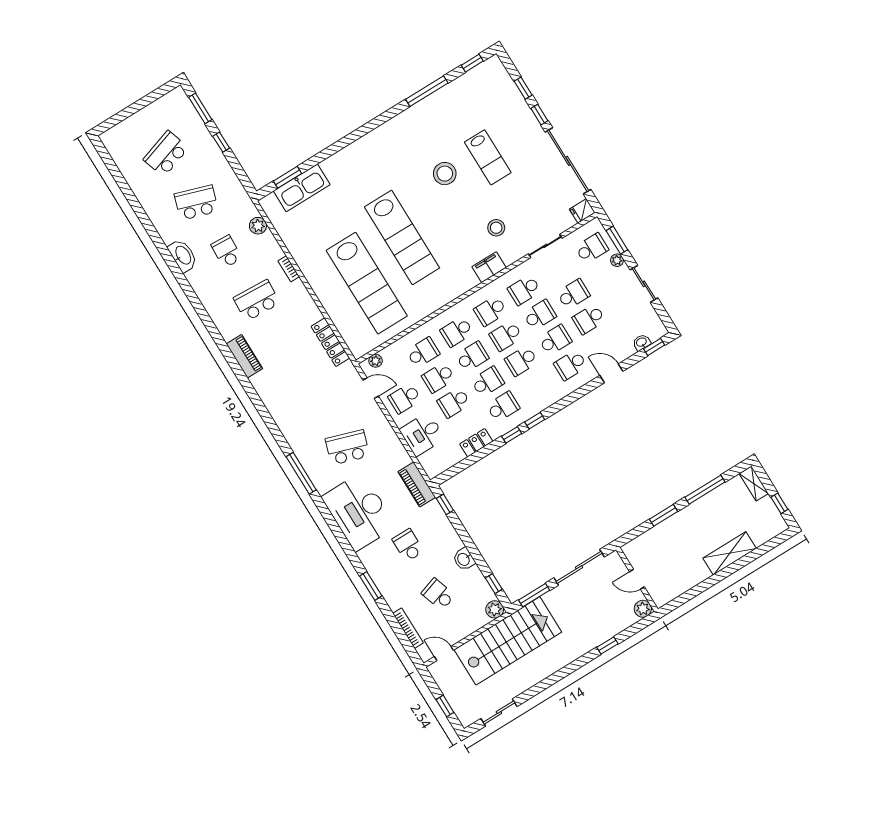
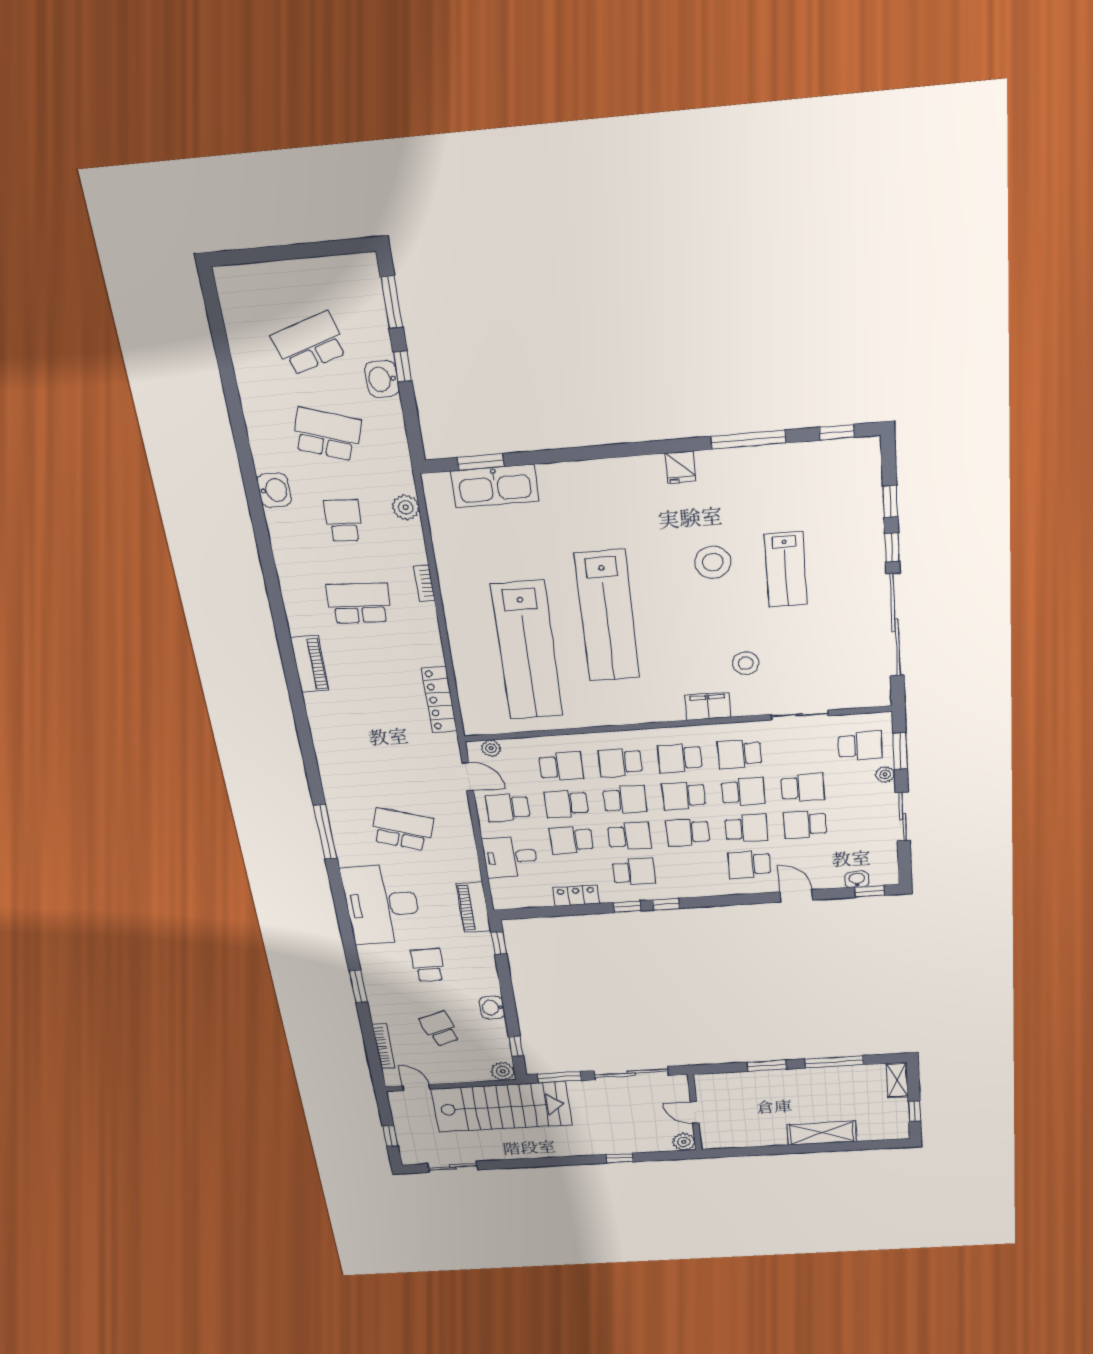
washbasin: (213, 155) -> (382, 379), added
fridge: (582, 211) -> (680, 467), moved, turned -90
washbasin: (183, 255) -> (274, 490), width x0.72

